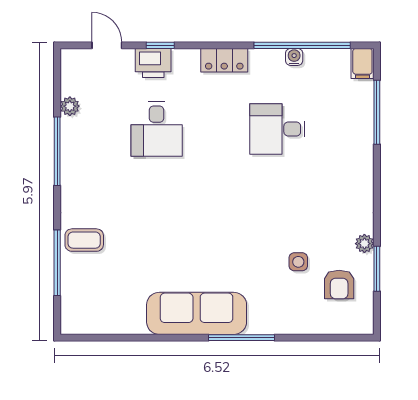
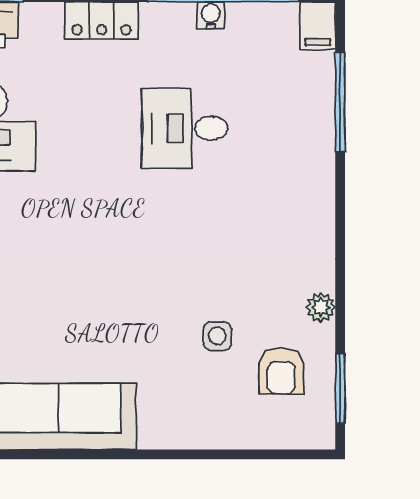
window: (377, 269) -> (340, 388), moved
window: (242, 338) -> (129, 454), removed

